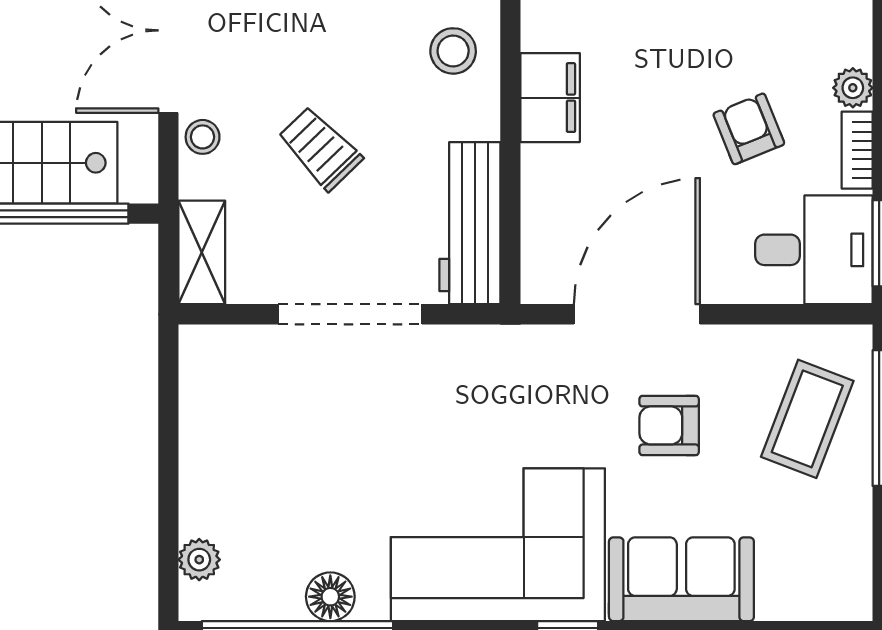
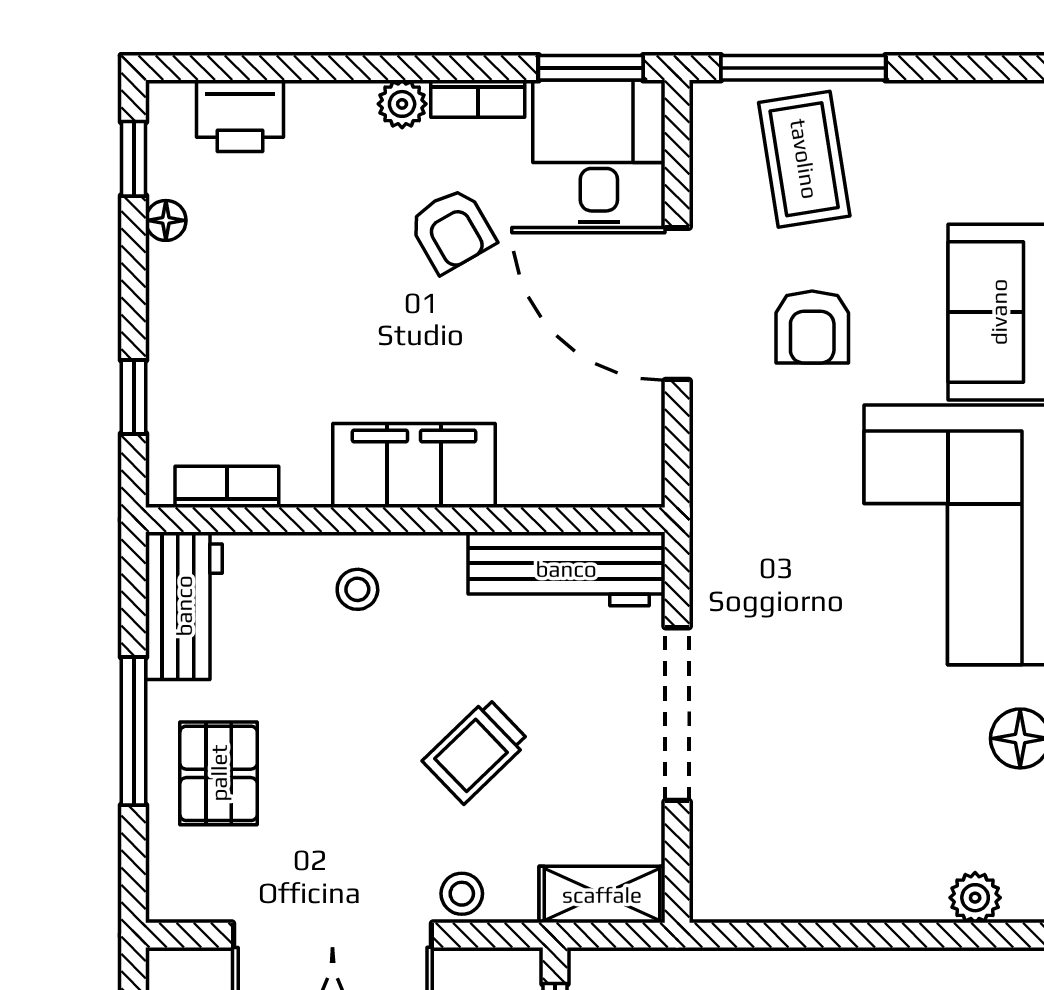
stool: (453, 51) -> (357, 589), width x0.73, depth x0.73
filing cabinet: (550, 98) -> (414, 465), width x1.50, depth x1.17
armchair: (749, 129) -> (452, 230), turned -98
door: (637, 314) -> (677, 304), moved
coffee table: (807, 419) -> (804, 159), turned 60

